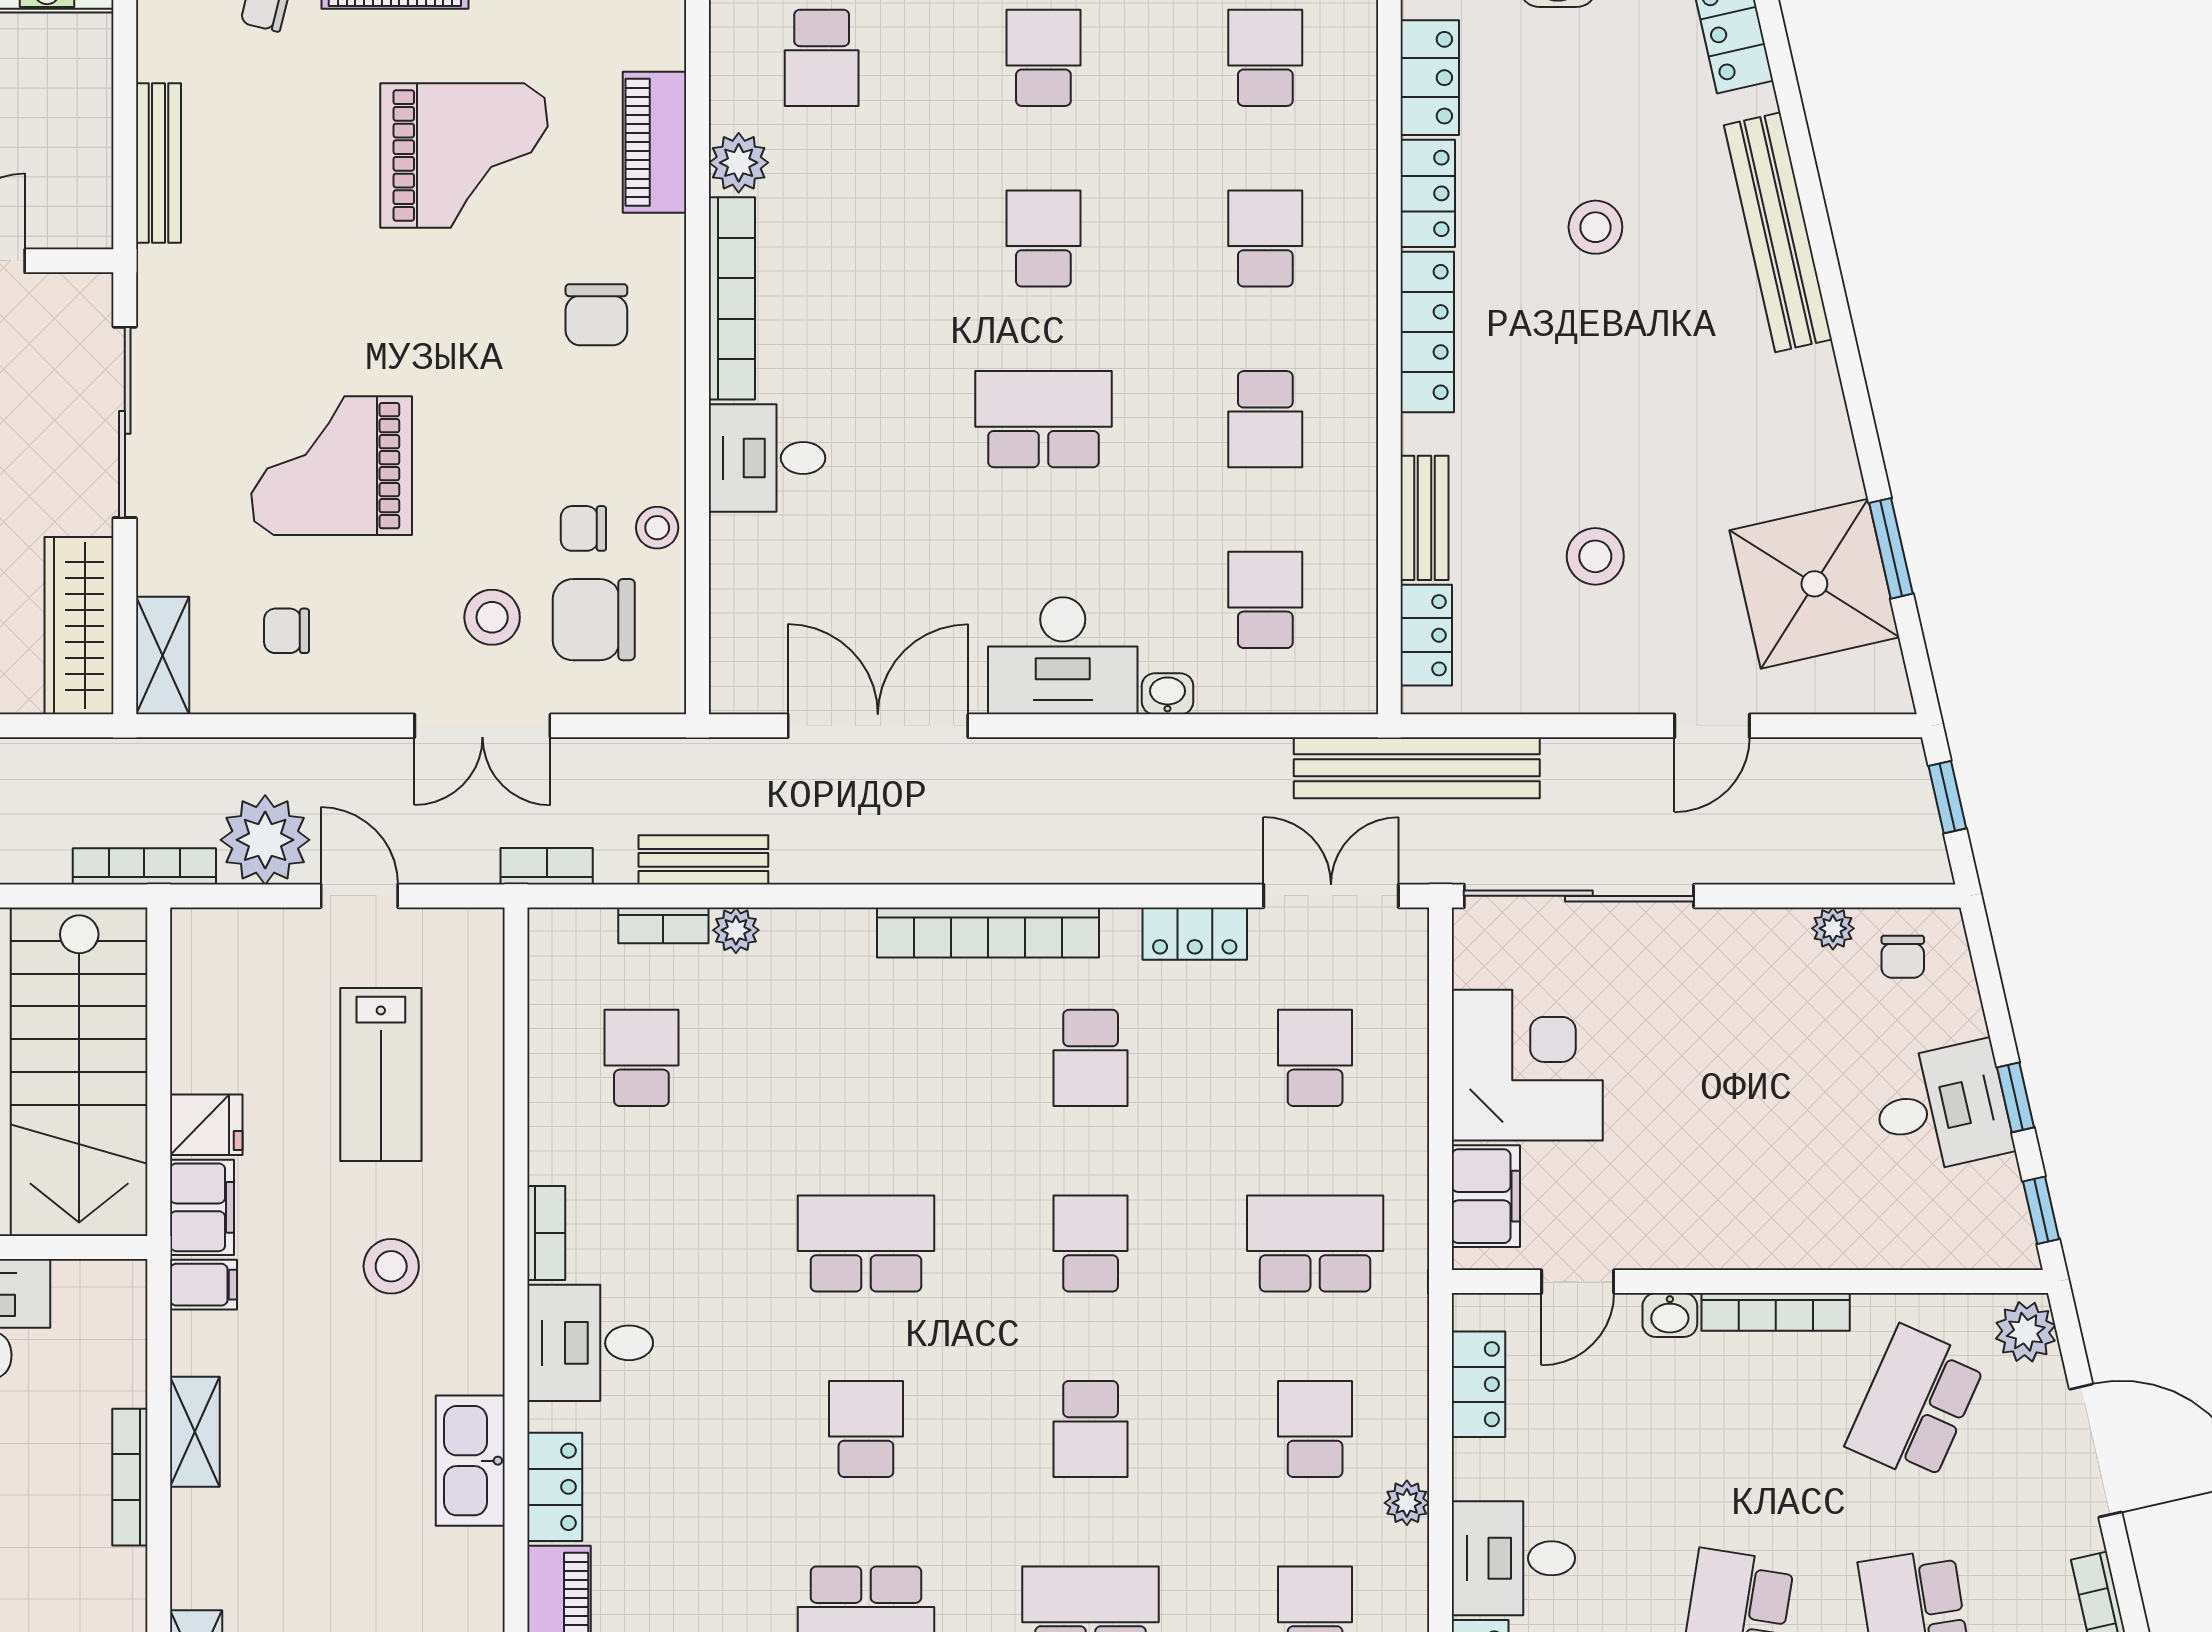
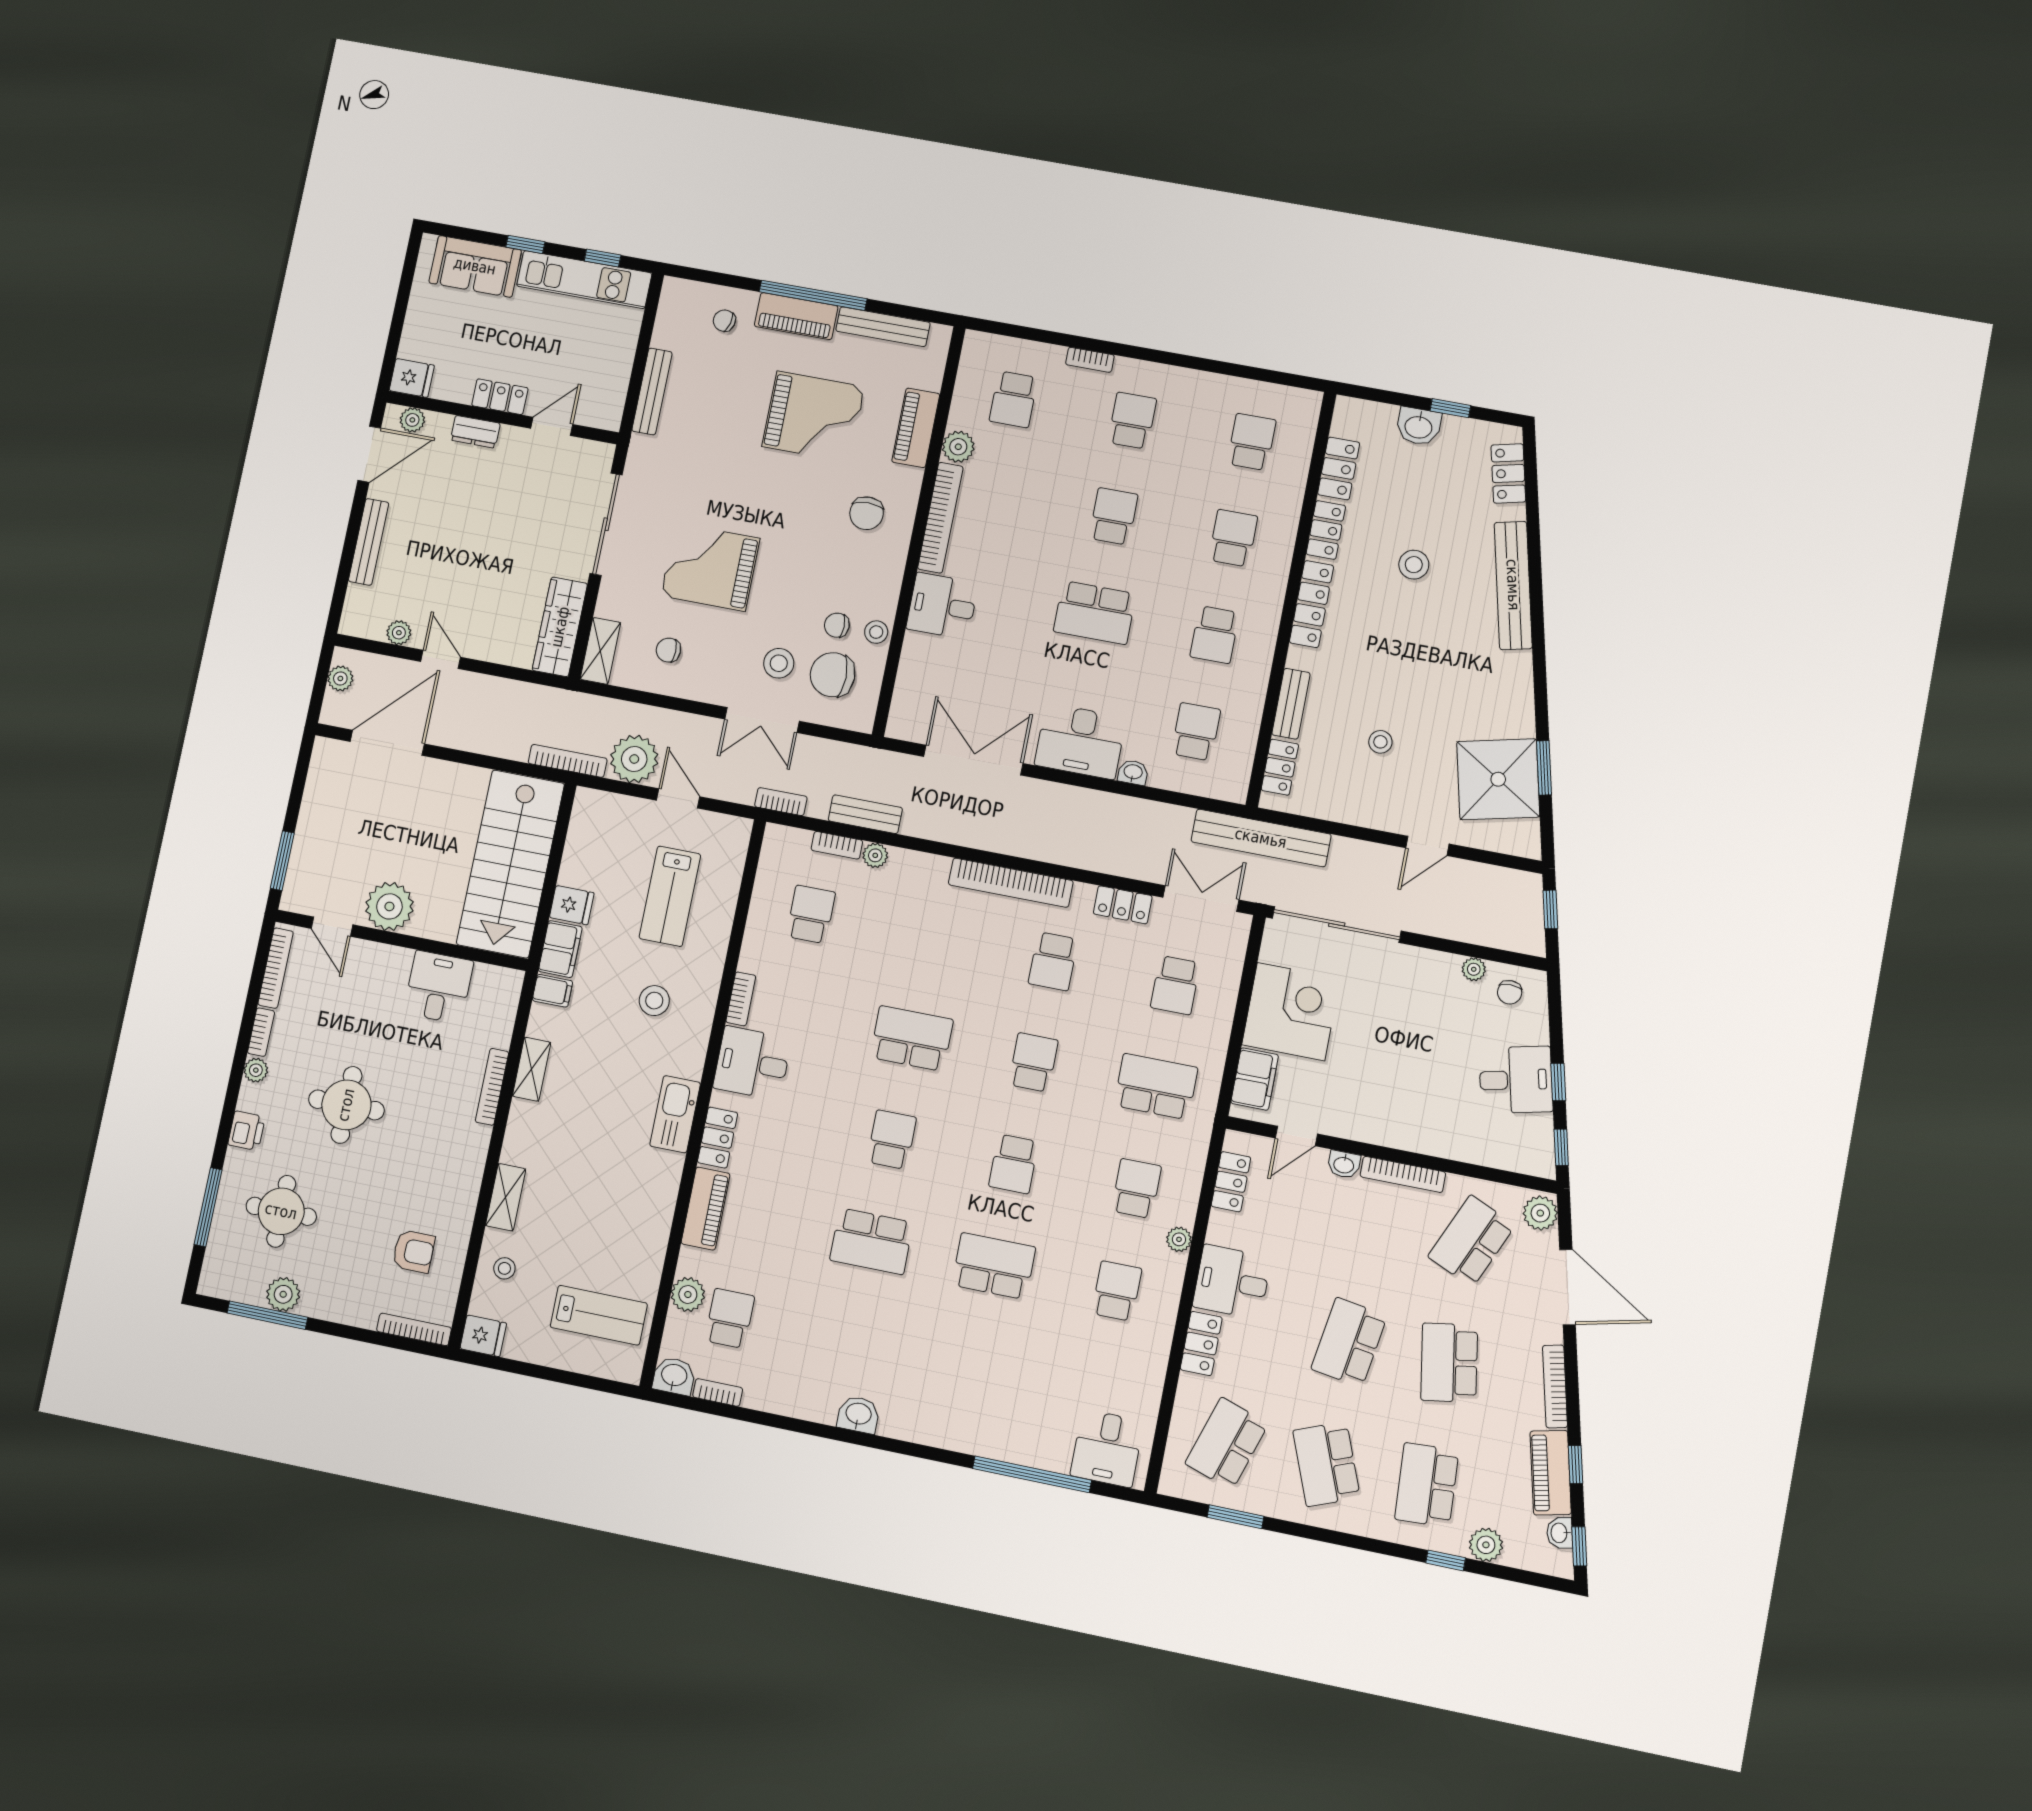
school desk: (1043, 419) -> (1095, 613), turned 180
stool: (1595, 556) -> (1380, 742), width x0.73, depth x0.73
school desk: (1315, 1058) -> (1175, 985), turned 180

